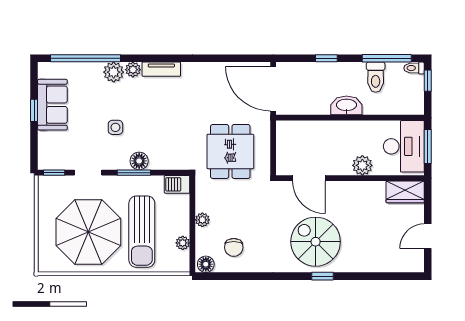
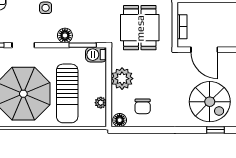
bookcase: (282, 150) -> (182, 27), added
window: (134, 173) -> (83, 45), moved
plant: (202, 220) -> (122, 79), width x1.88, depth x1.88
spiral stairs: (316, 242) -> (210, 102), turned 180

